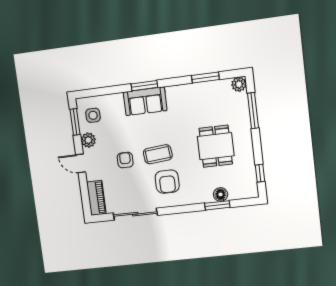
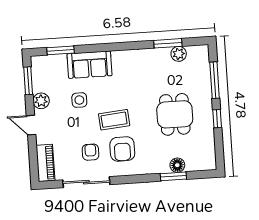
plant: (239, 84) -> (179, 54), moved
window: (144, 86) -> (60, 50), moved
sofa: (145, 101) -> (90, 65), moved
side table: (93, 115) -> (79, 100), moved
armchair: (125, 160) -> (90, 152), moved
window: (260, 173) -> (217, 119), moved

